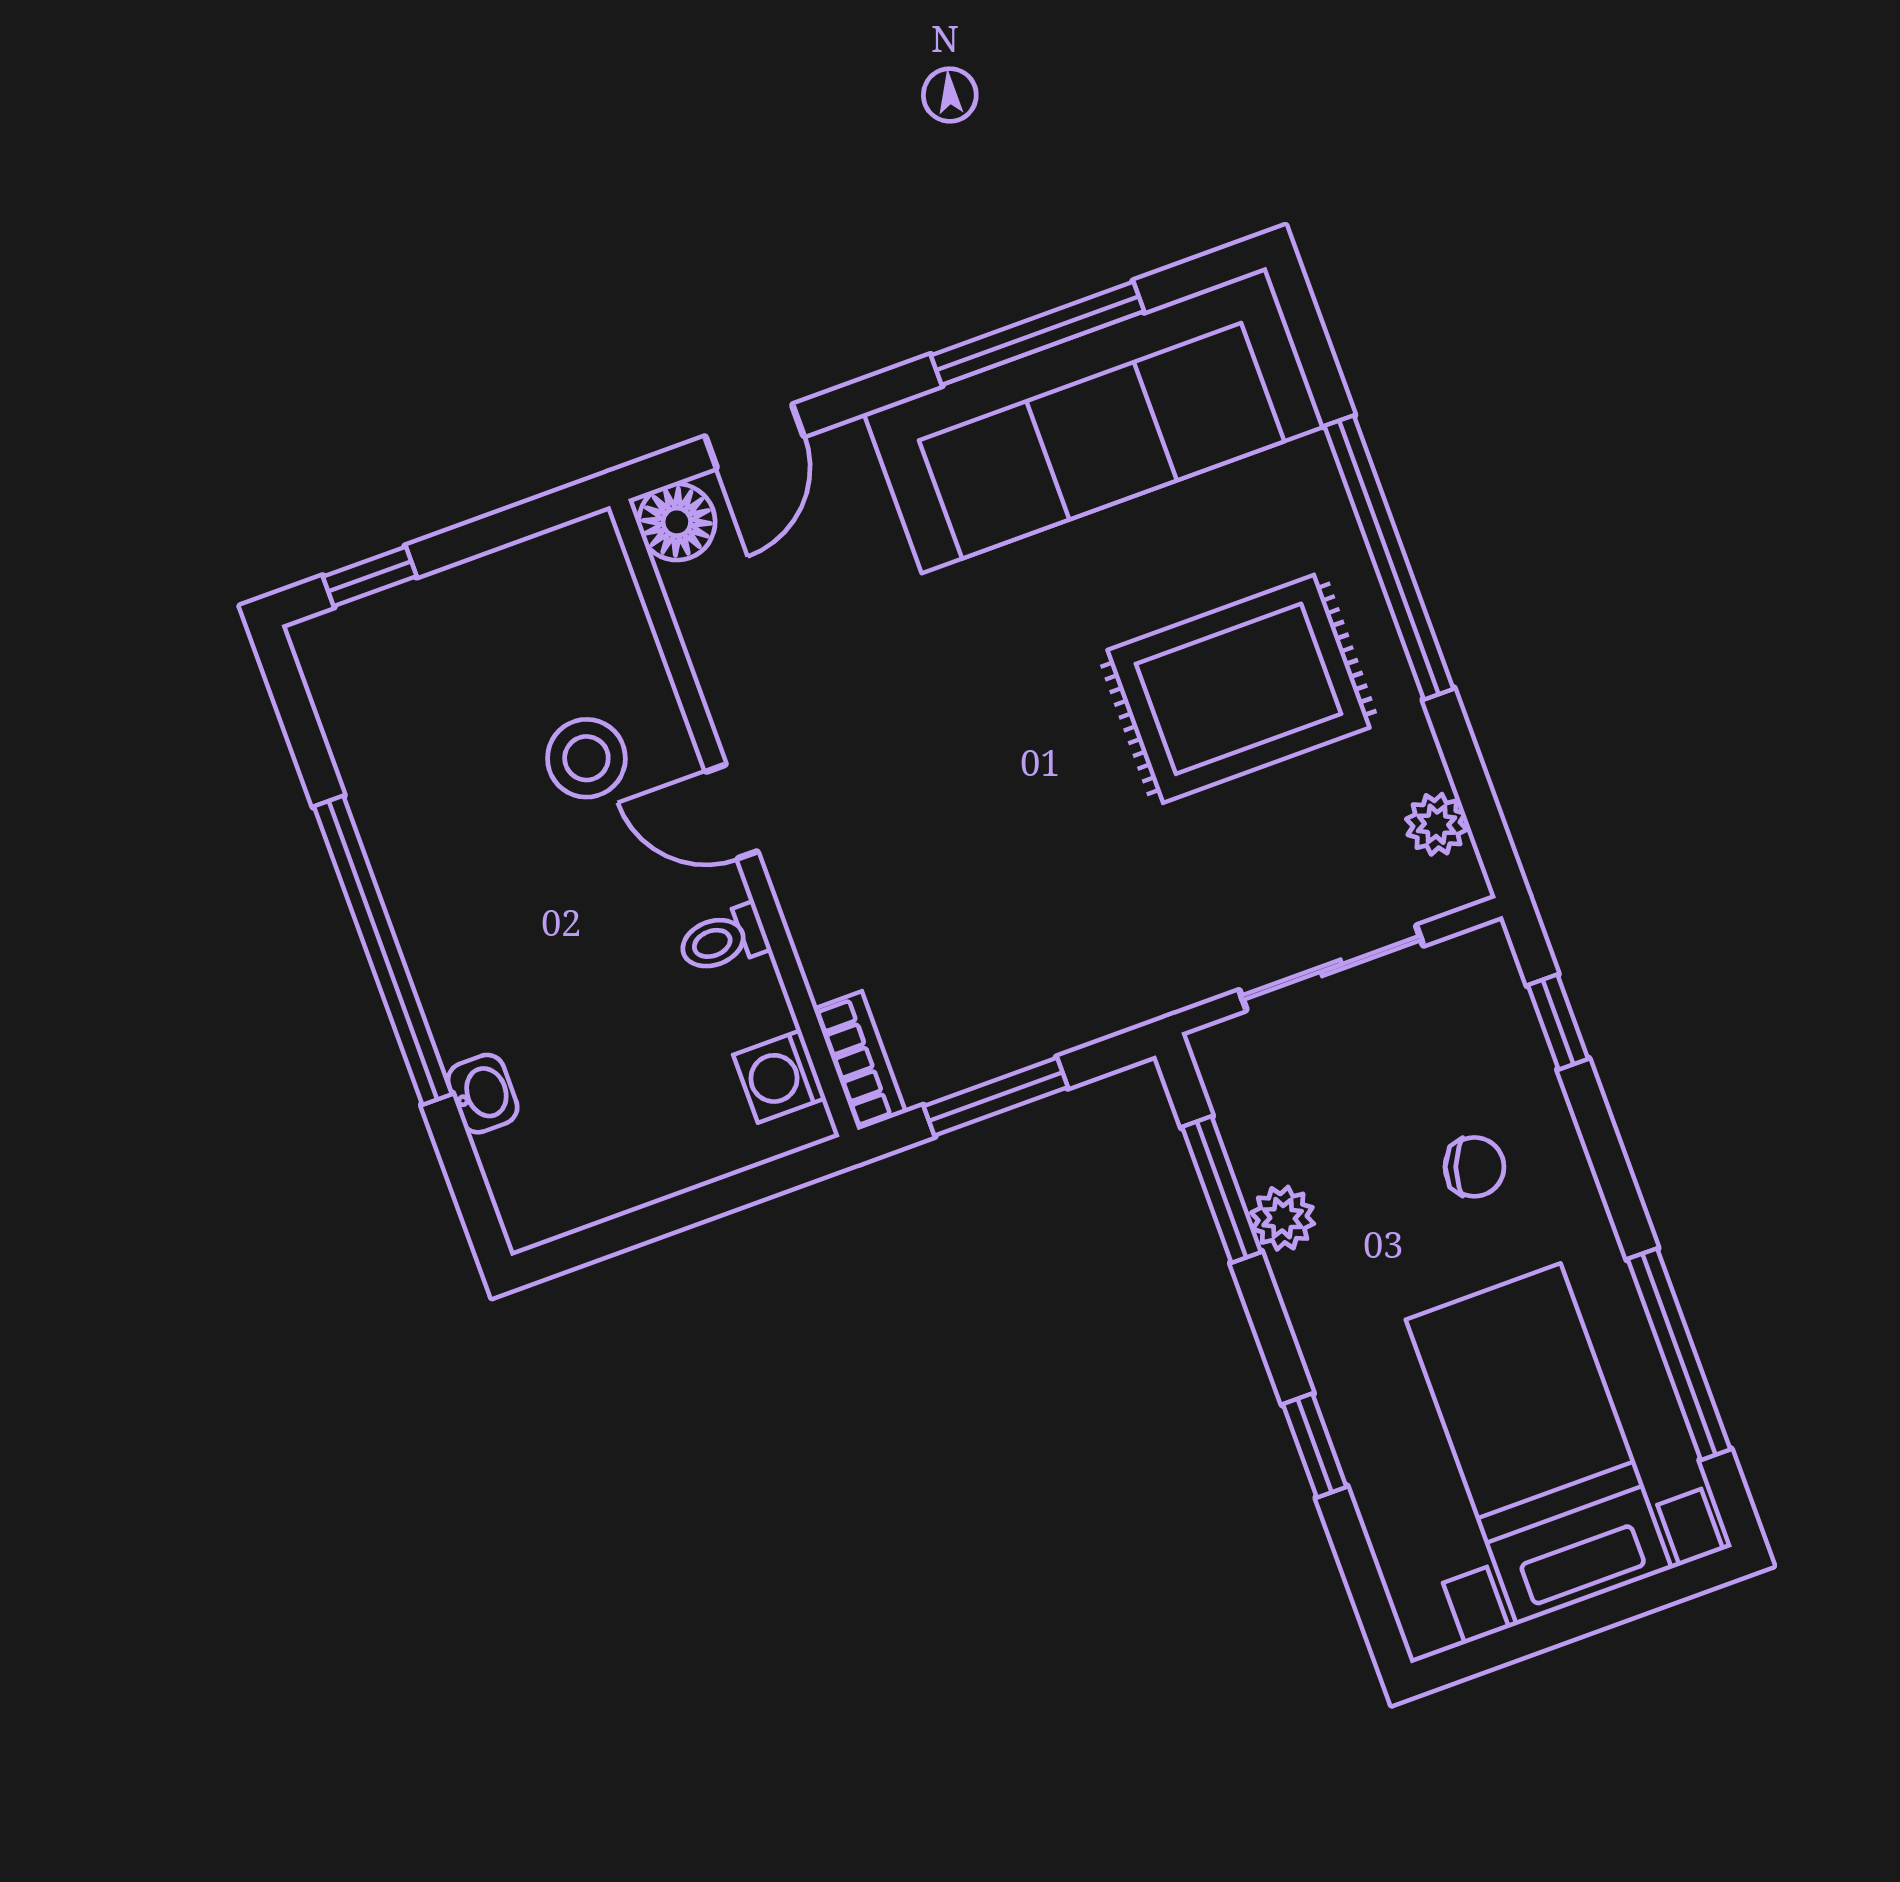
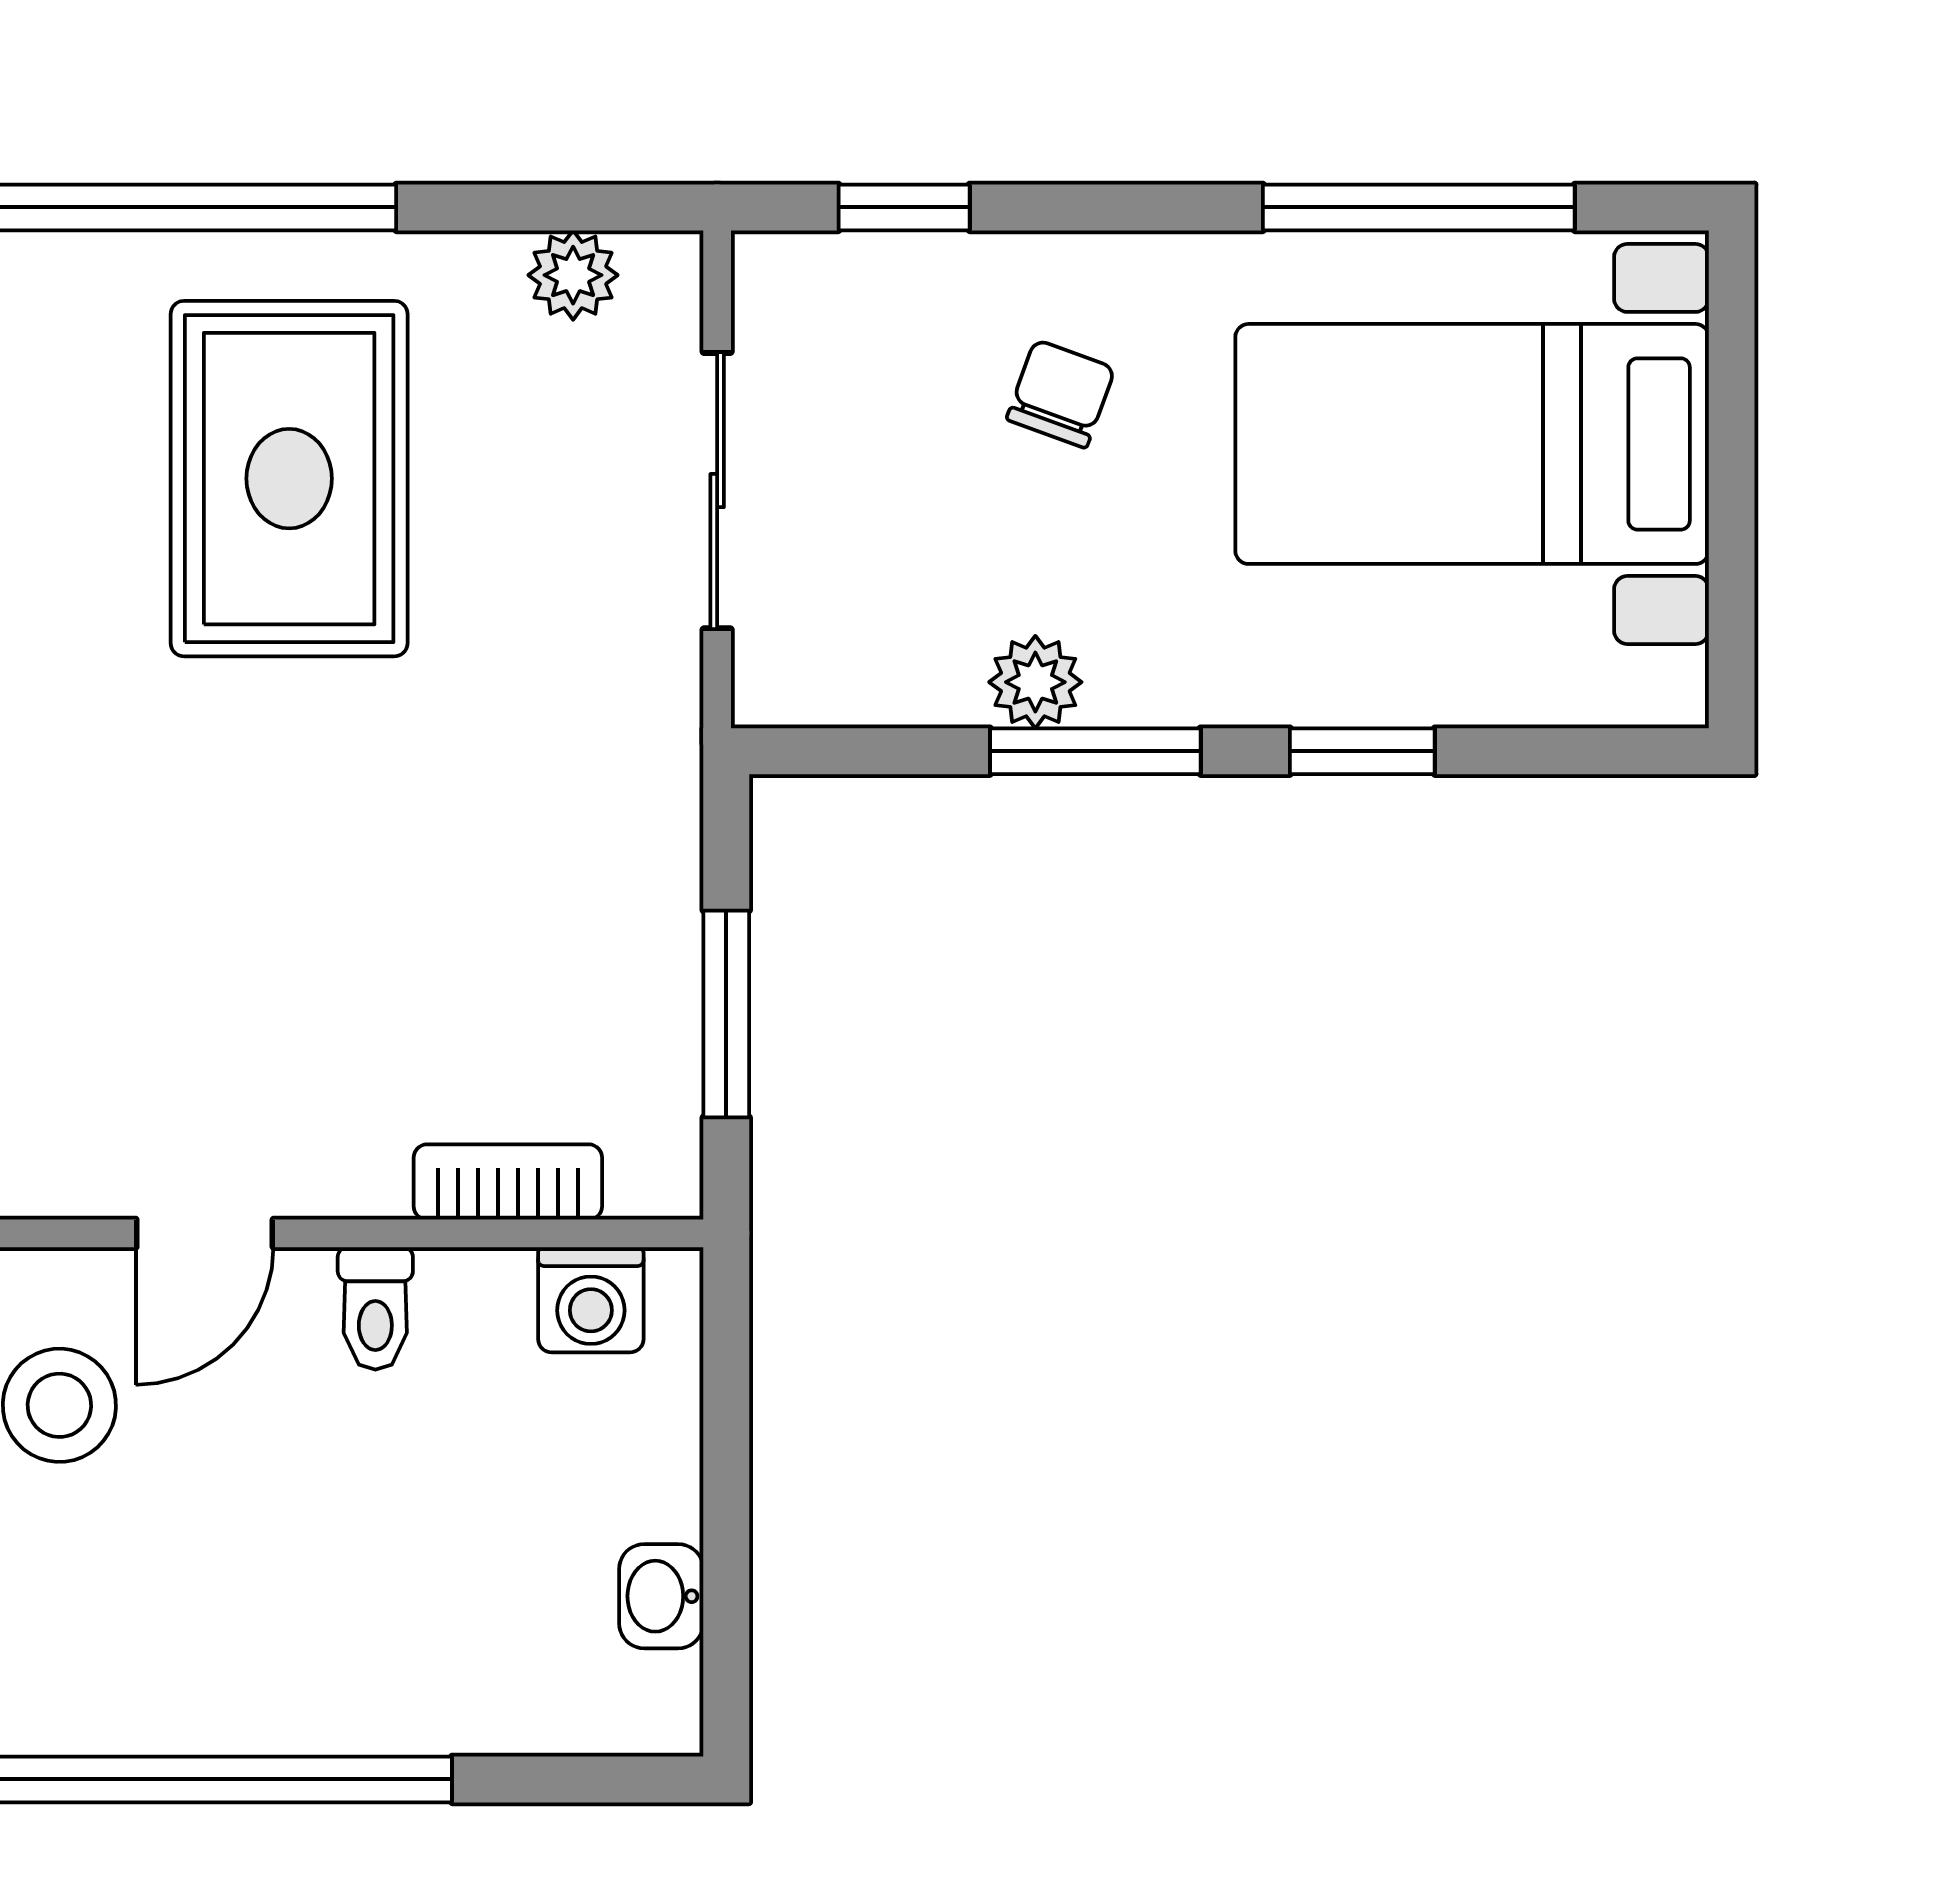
bookcase: (860, 1061) -> (508, 1182), moved
washbasin: (483, 1094) -> (661, 1596), moved, turned -90
window: (1221, 1189) -> (1095, 751), moved

